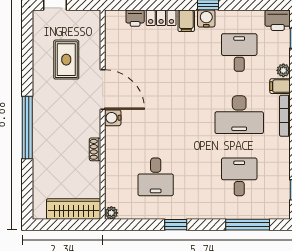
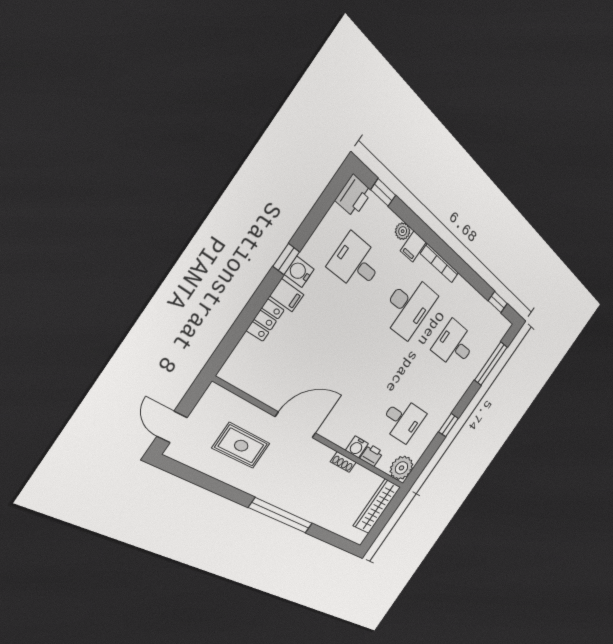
printer: (135, 18) -> (372, 455), moved, turned -90
water cooler: (113, 118) -> (357, 447), moved
plant: (111, 213) -> (402, 468), width x1.88, depth x1.88

